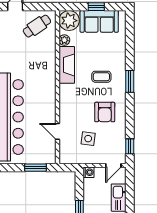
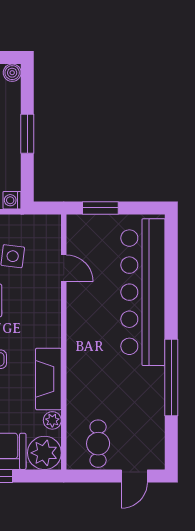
cafe table: (37, 26) -> (98, 444), turned -56

